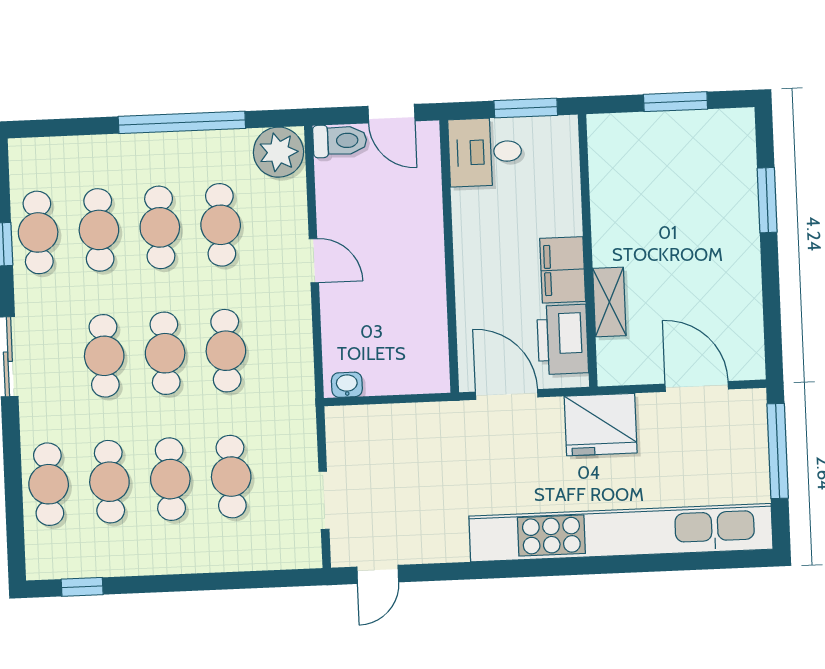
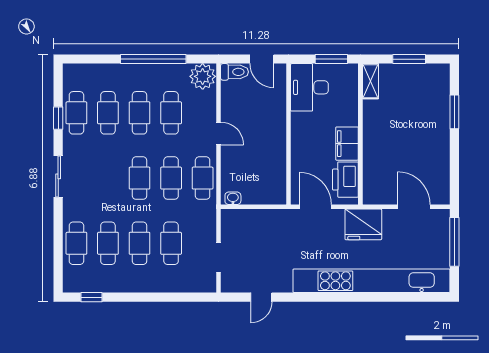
desk: (485, 152) -> (309, 87), width x1.37
shelving: (609, 302) -> (371, 81), moved
cafe table: (104, 356) -> (203, 178), moved
door: (378, 574) -> (261, 297), moved

